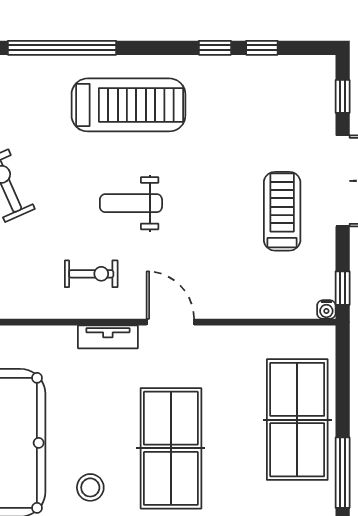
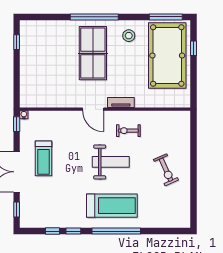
window: (62, 48) -> (116, 231), moved
treadmill: (128, 105) -> (112, 206), turned 180
weight bench: (131, 203) -> (111, 162), width x1.36, depth x1.33
table tennis table: (297, 420) -> (37, 66), removed
window: (343, 473) -> (17, 42), width x0.46

